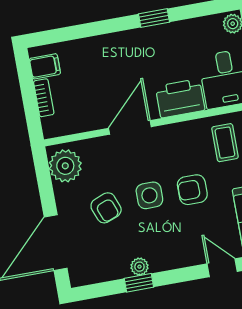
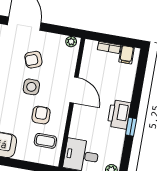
printer: (180, 98) -> (119, 114), moved, turned 180
plant: (65, 166) -> (71, 42), width x0.53, depth x0.53
armchair: (192, 190) -> (41, 115), moved

